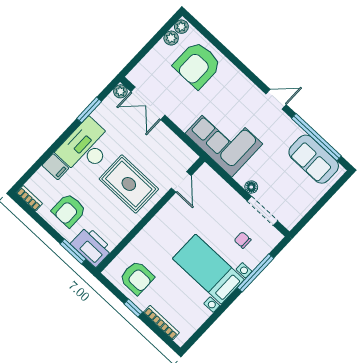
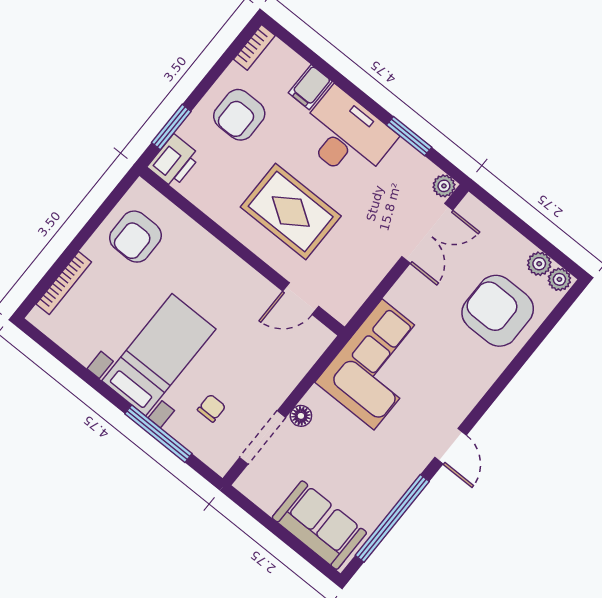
double door: (148, 103) -> (427, 233), swing flipped
sofa: (314, 159) -> (319, 525), moved, turned 90
rug: (129, 184) -> (291, 212), turned 90
armchair: (69, 210) -> (239, 115), turned -90
printer: (91, 247) -> (174, 161), width x0.73, depth x0.84
window: (133, 308) -> (85, 235), removed

